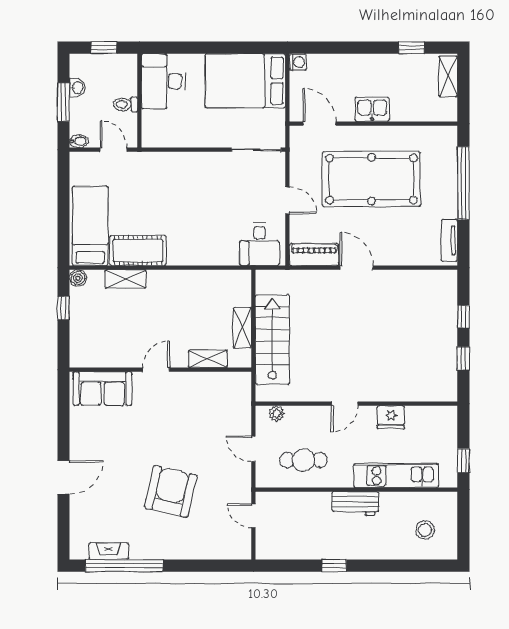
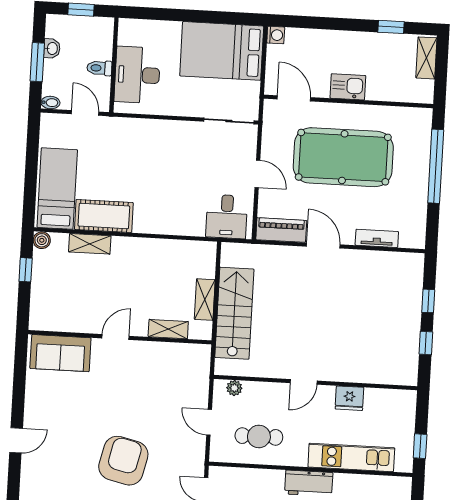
desk: (163, 81) -> (137, 75), moved
tv unit: (449, 240) -> (377, 238), moved, turned 90
door: (63, 477) -> (16, 440), width x0.73

